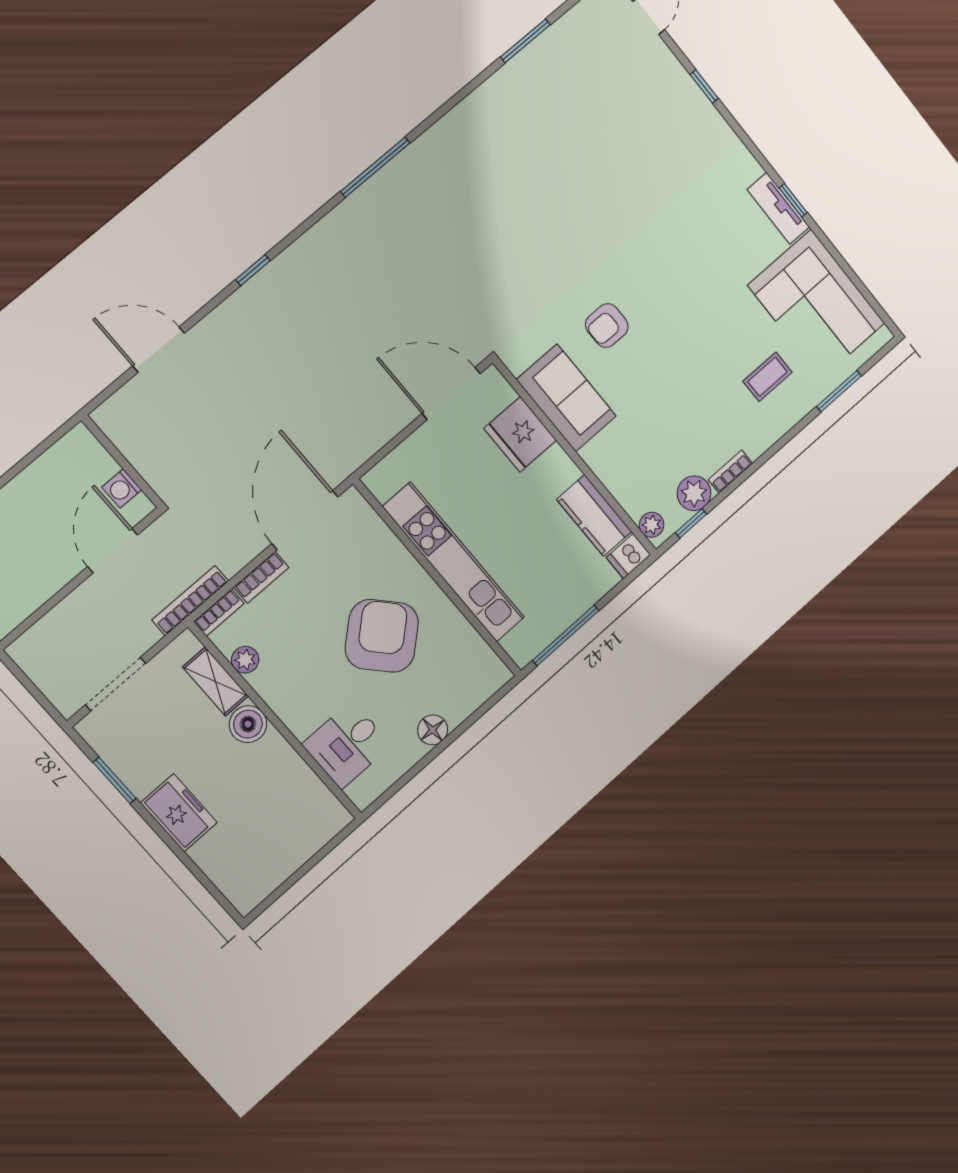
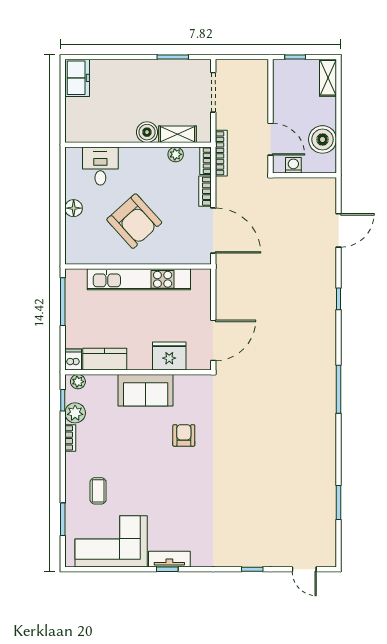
sofa: (566, 398) -> (146, 390), moved
boiler: (51, 479) -> (323, 139), added
freezer: (179, 813) -> (77, 78), moved, turned -90

